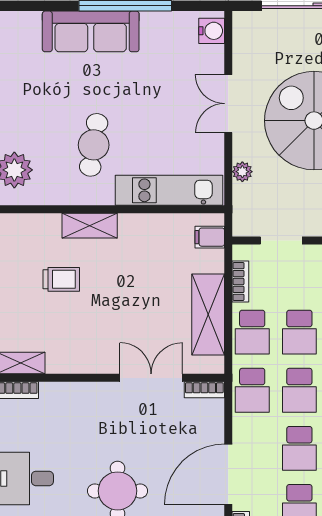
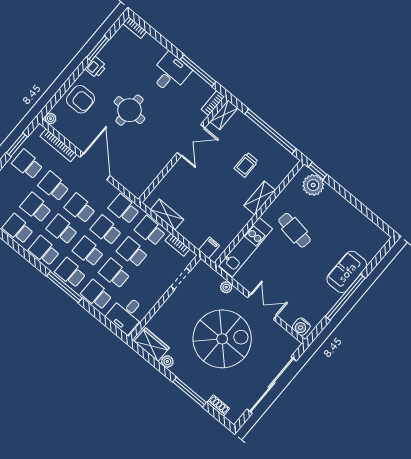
sofa: (91, 31) -> (347, 272), width x0.73
shelving: (208, 314) -> (167, 215), width x0.67, depth x0.75
double door: (151, 378) -> (191, 140), moved
bookcase: (204, 390) -> (142, 188), removed

